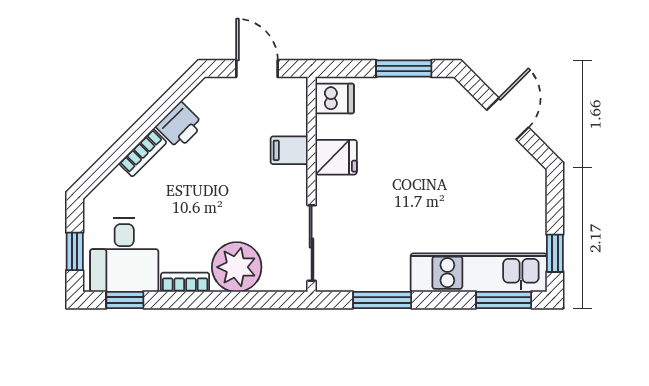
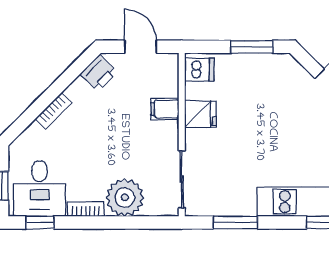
printer: (180, 125) -> (99, 73), moved

